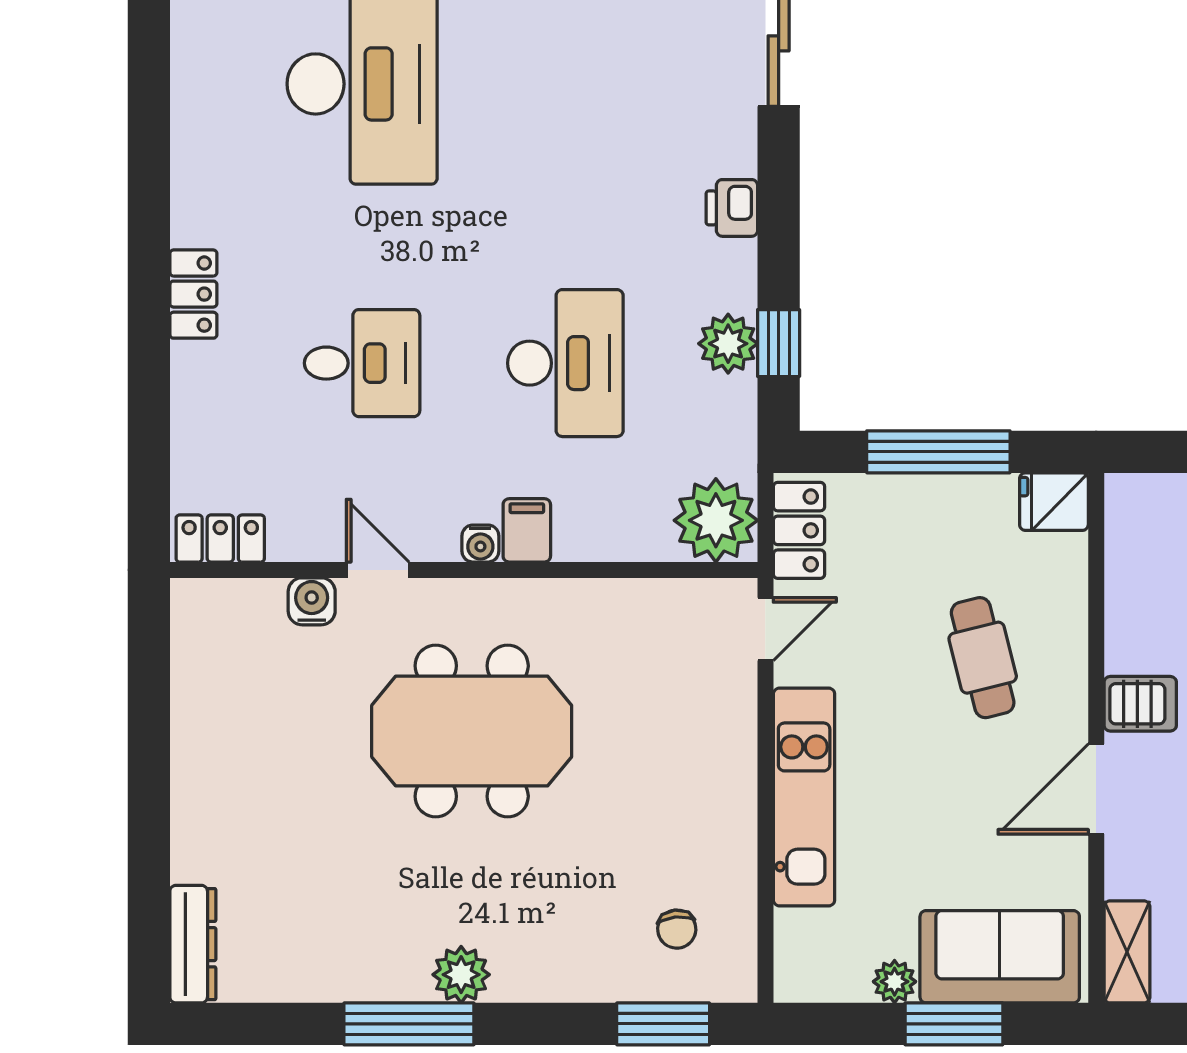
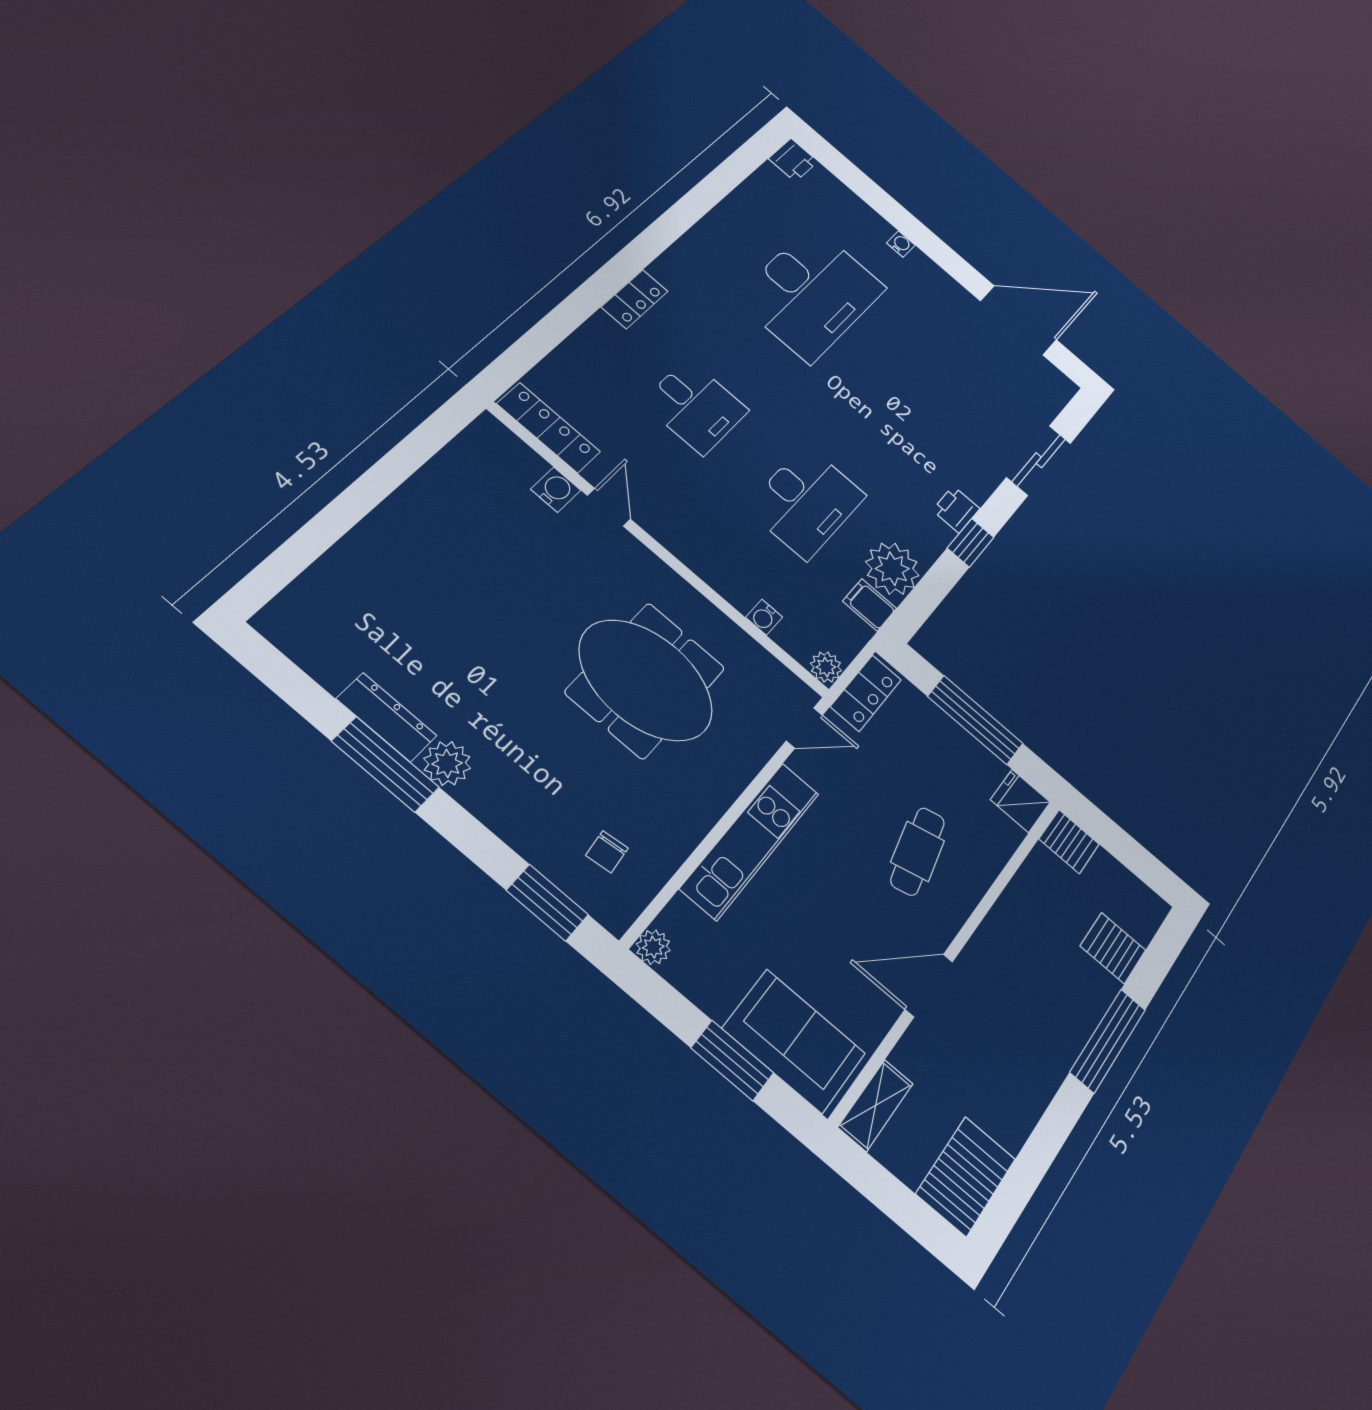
window: (779, 343) -> (971, 543), moved
plant: (728, 344) -> (892, 569), width x1.36, depth x1.36
plant: (716, 520) -> (826, 667), width x0.53, depth x0.53
filing cabinet: (527, 530) -> (870, 605), moved, turned -90
locker: (220, 538) -> (549, 428), width x1.53
water cooler: (480, 544) -> (764, 617), moved
server rack: (1140, 704) -> (1069, 842), moved
meeting table: (472, 731) -> (646, 680), moved
dresser: (193, 944) -> (387, 717), moved, turned -90
plant: (895, 982) -> (653, 947), moved

